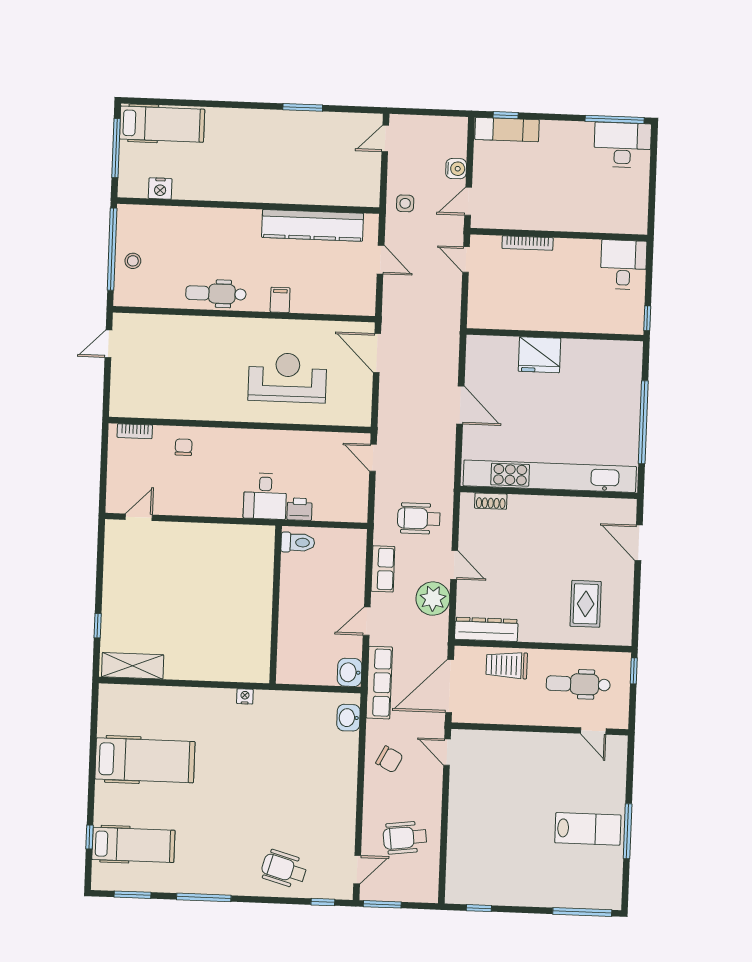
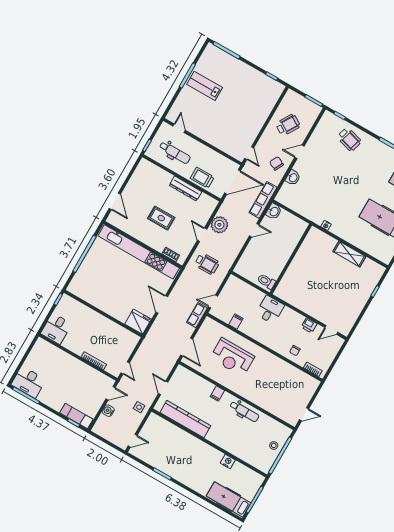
nightstand: (160, 189) -> (228, 462), moved
fridge: (539, 355) -> (138, 322), moved
filing cabinet: (314, 444) -> (236, 322), added
door: (373, 458) -> (213, 301), swing flipped
printer: (300, 509) -> (309, 325), moved
row of seats: (383, 569) -> (197, 315), moved
rug: (586, 604) -> (161, 218), moved, turned 90
dresser: (486, 629) -> (185, 188), moved
trolley: (507, 665) -> (202, 178), turned 180
shelving: (133, 666) -> (349, 254), moved
washbasin: (348, 718) -> (293, 178), moved
wheelchair: (405, 838) -> (288, 125), turned -52
door: (357, 870) -> (299, 152), moved

